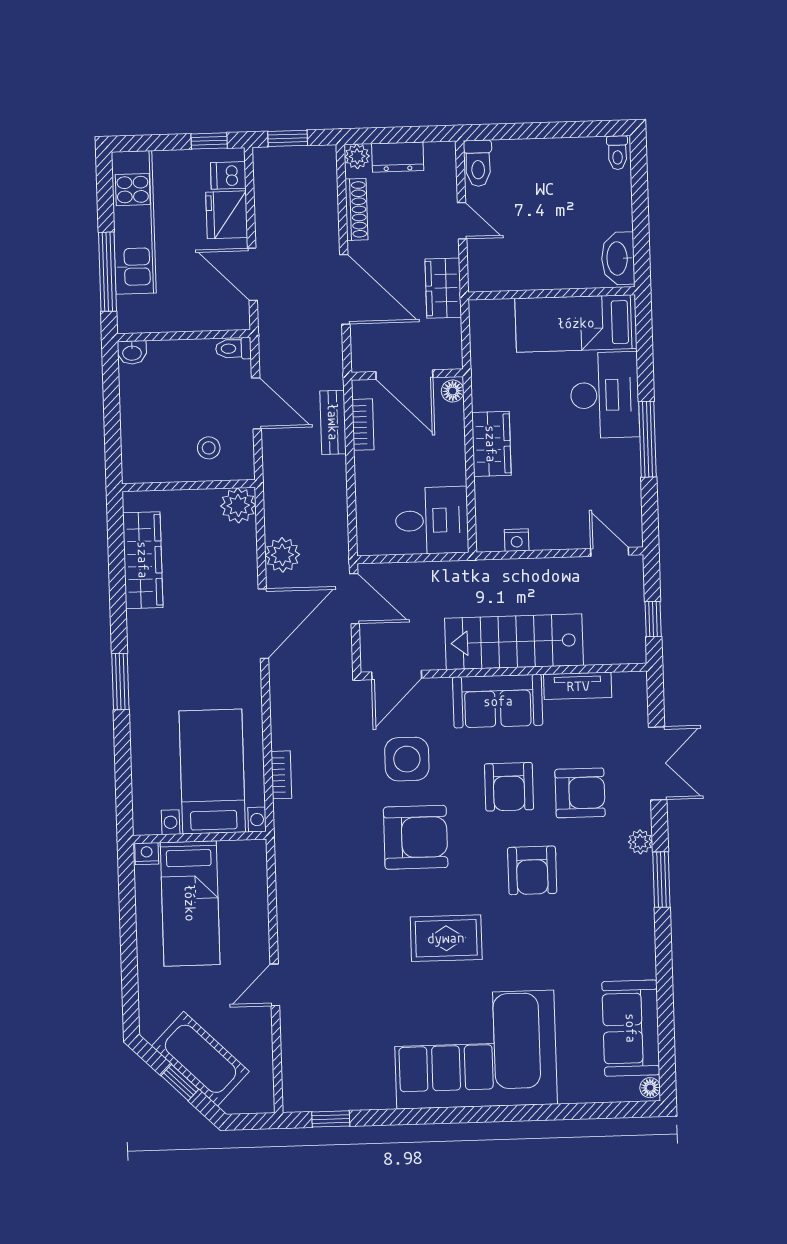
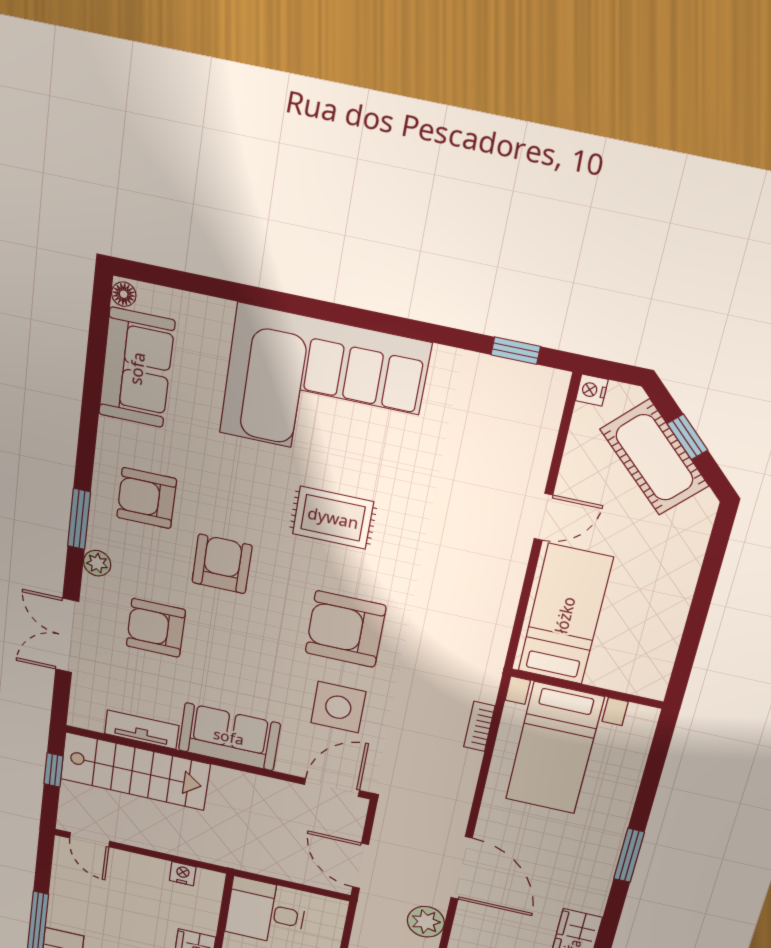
door: (263, 624) -> (461, 868), swing flipped
stairs: (514, 642) -> (135, 771), moved
armchair: (509, 787) -> (147, 498), moved, turned -90
nightstand: (147, 854) -> (592, 390), moved, turned 90
bed: (190, 903) -> (565, 615), moved

